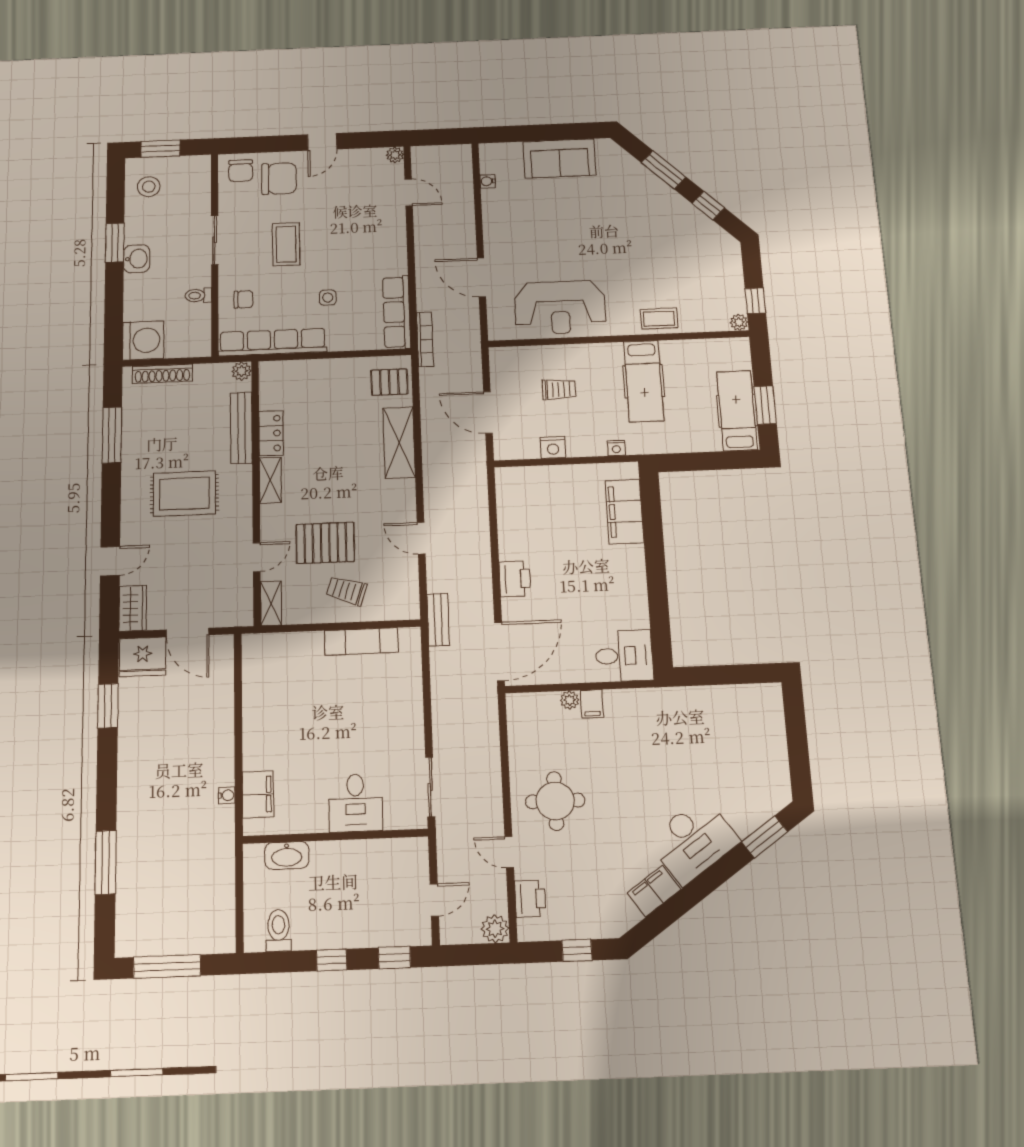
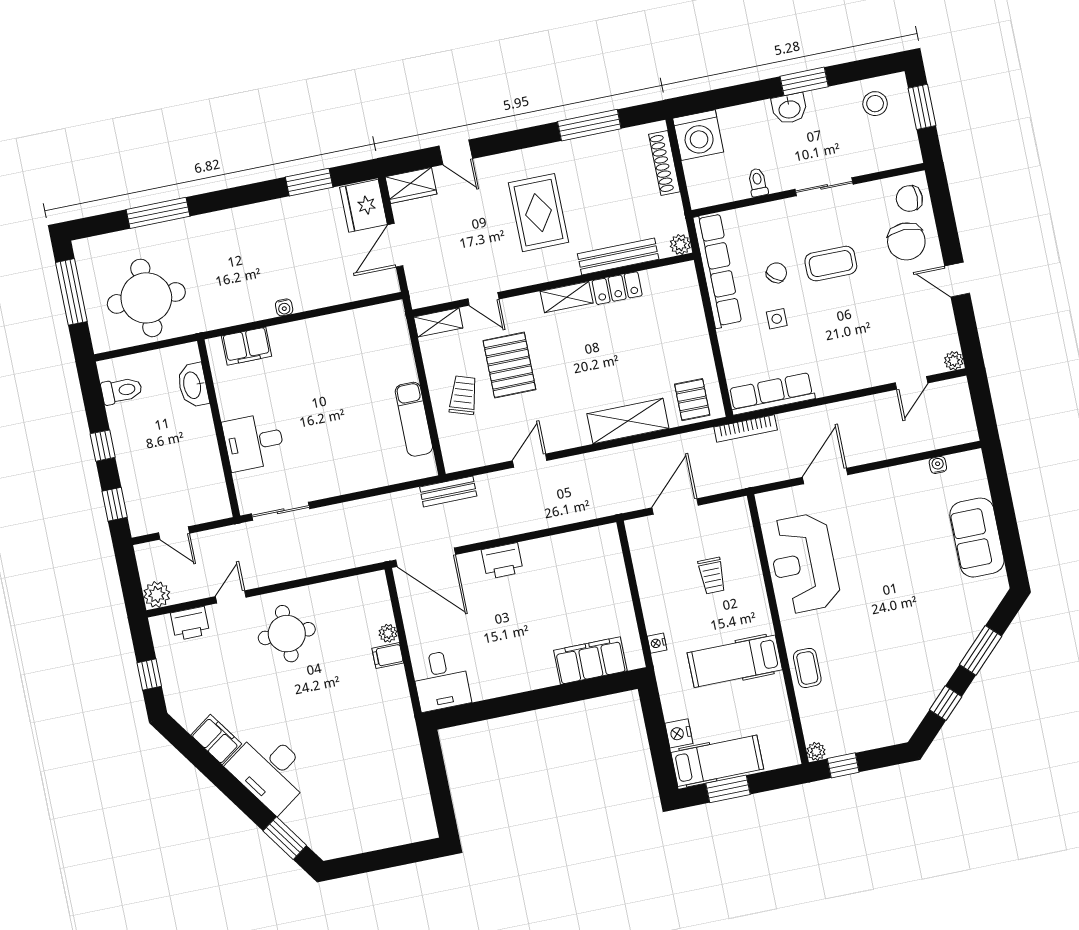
chair: (243, 299) -> (776, 273), moved, turned -141
nightstand: (553, 447) -> (679, 733), moved
water cooler: (227, 795) -> (284, 307), moved
round table: (189, 889) -> (146, 298), added

